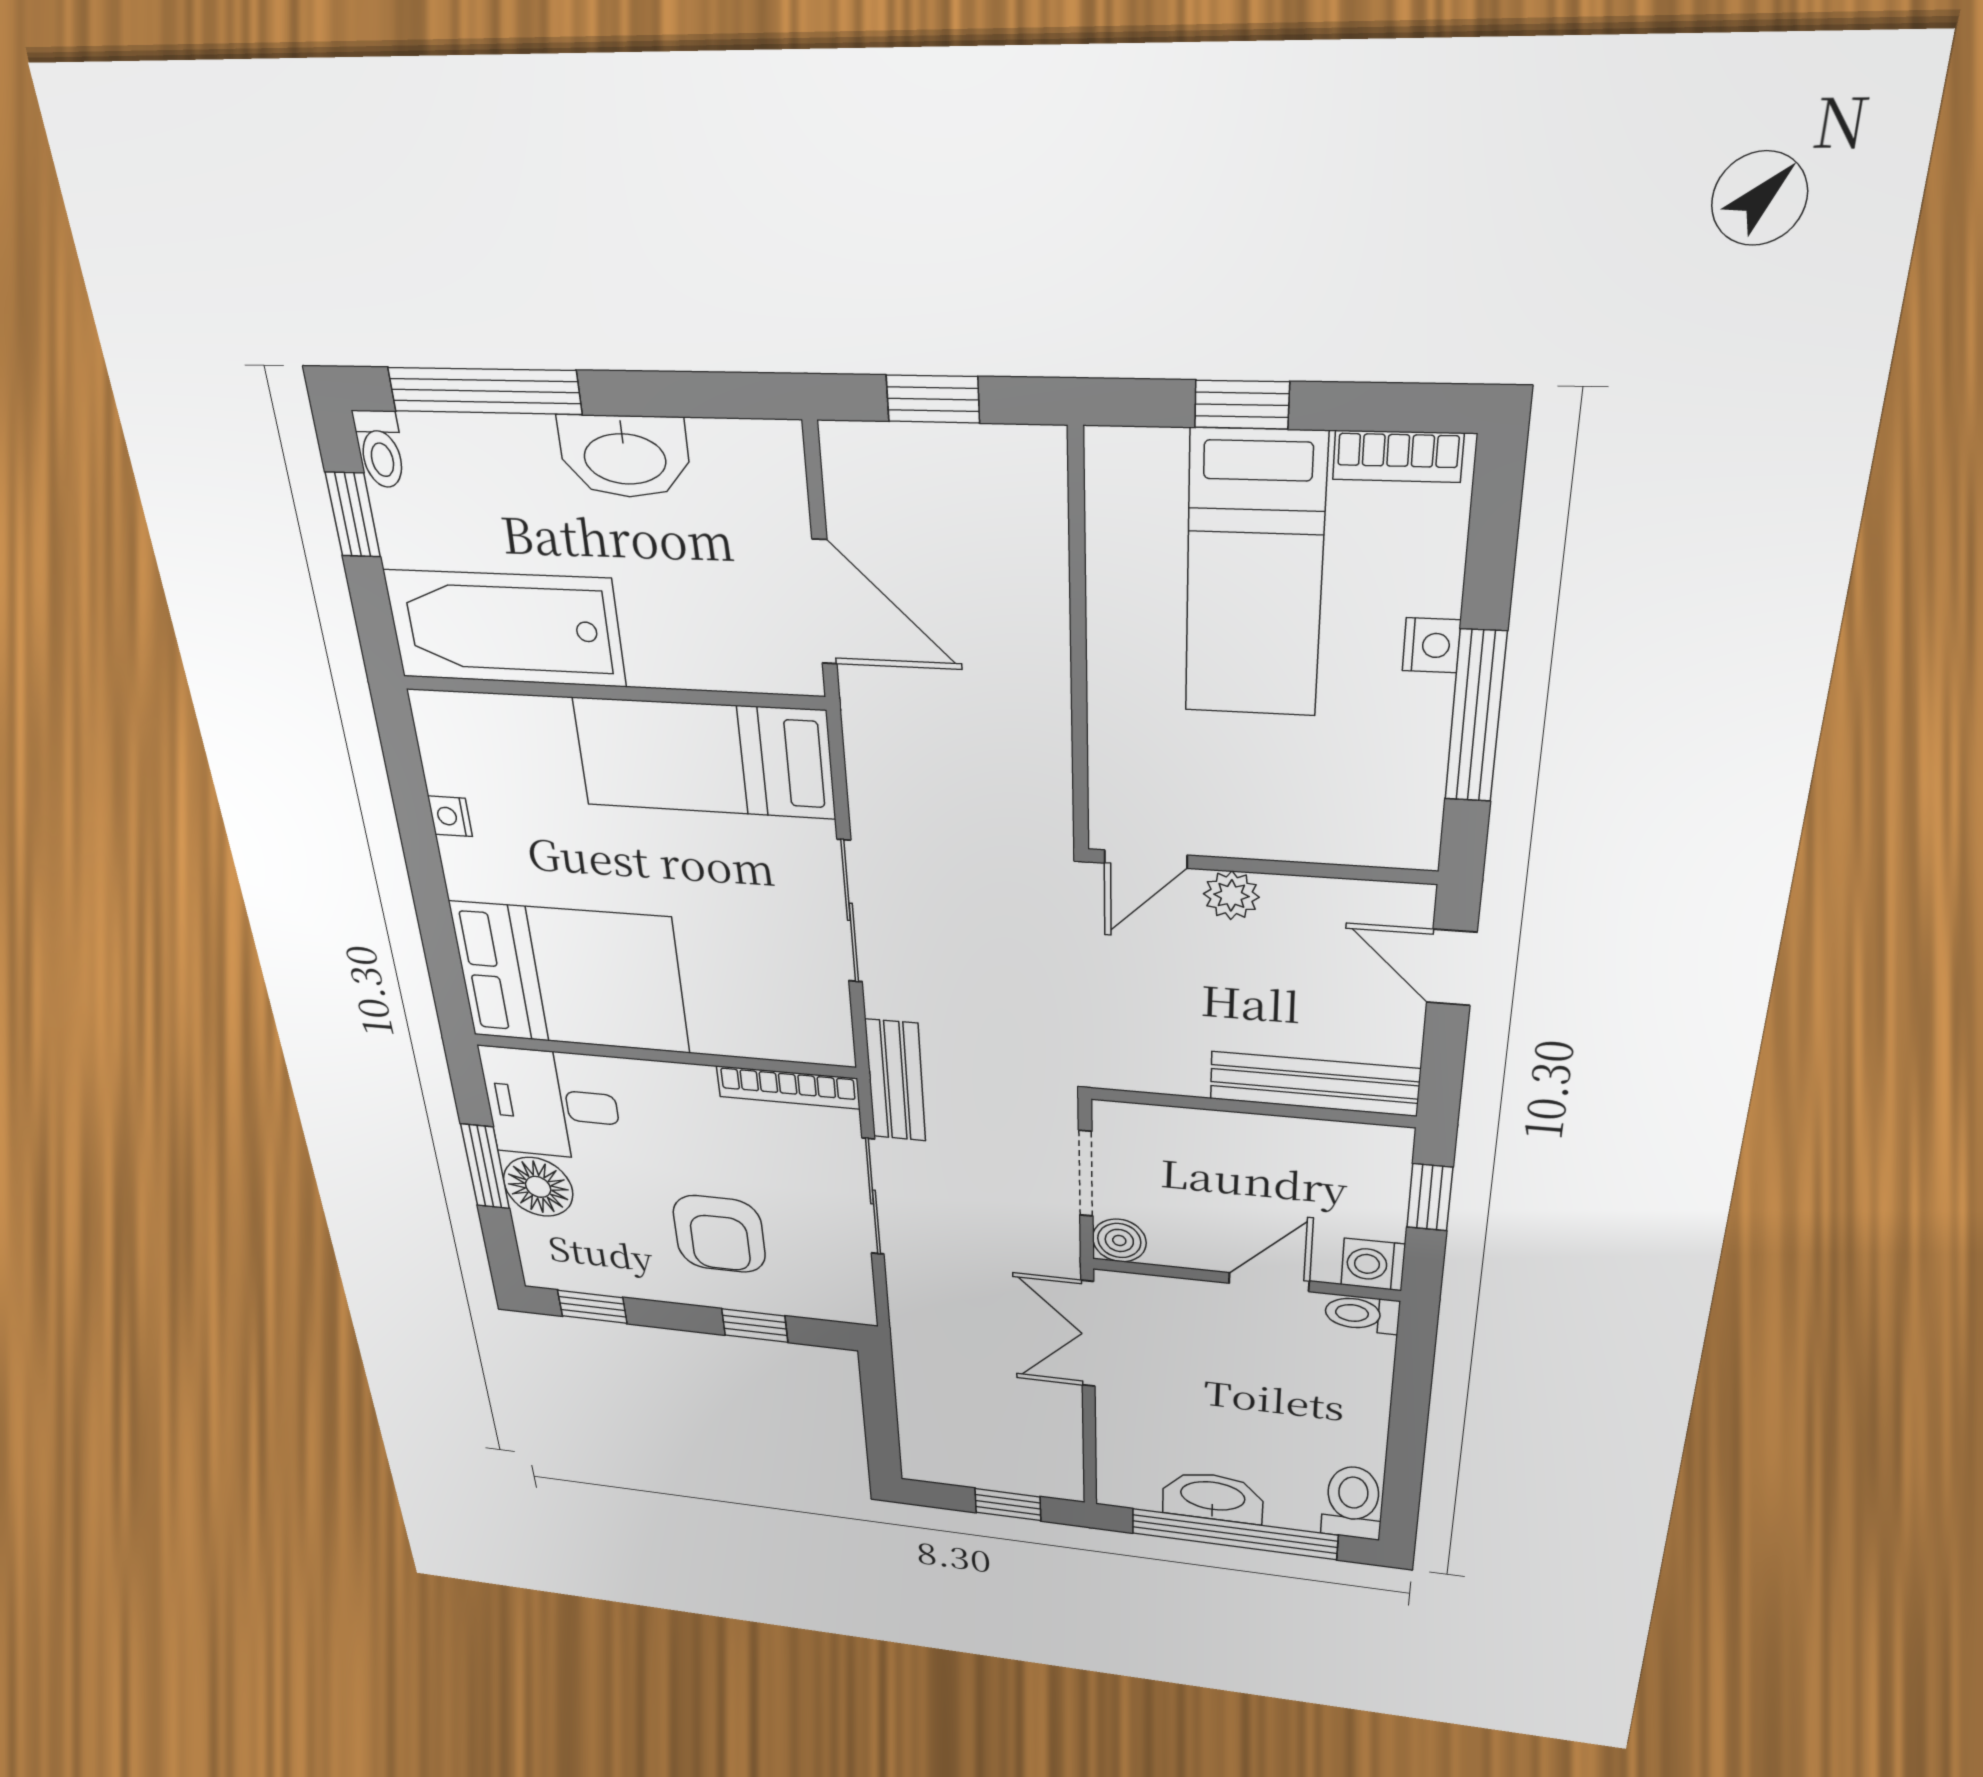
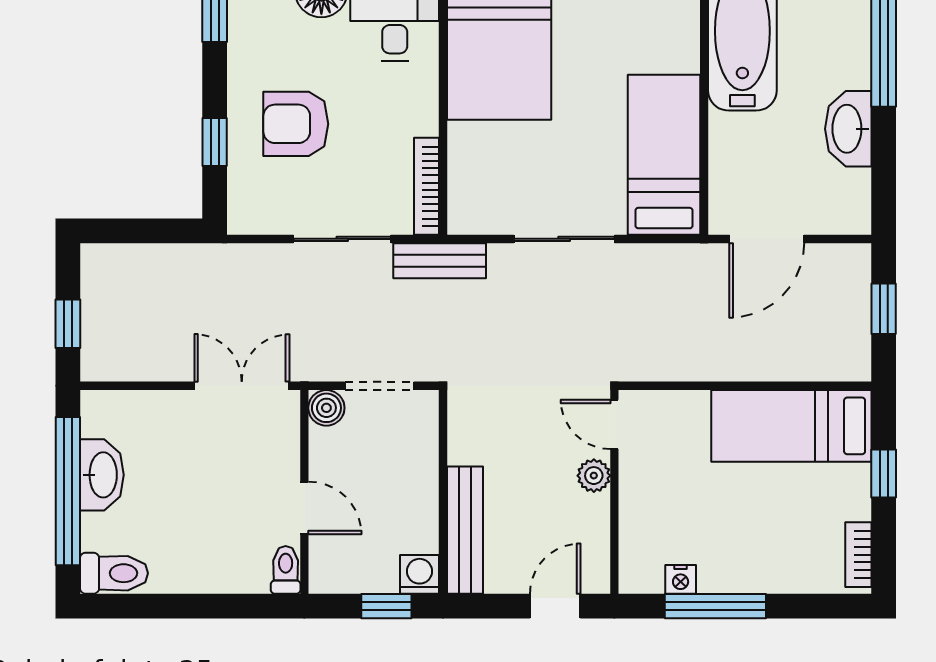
bed: (1254, 576) -> (791, 426), moved
nightstand: (1432, 645) -> (681, 579), moved
washing machine: (1373, 1265) -> (419, 574), moved

